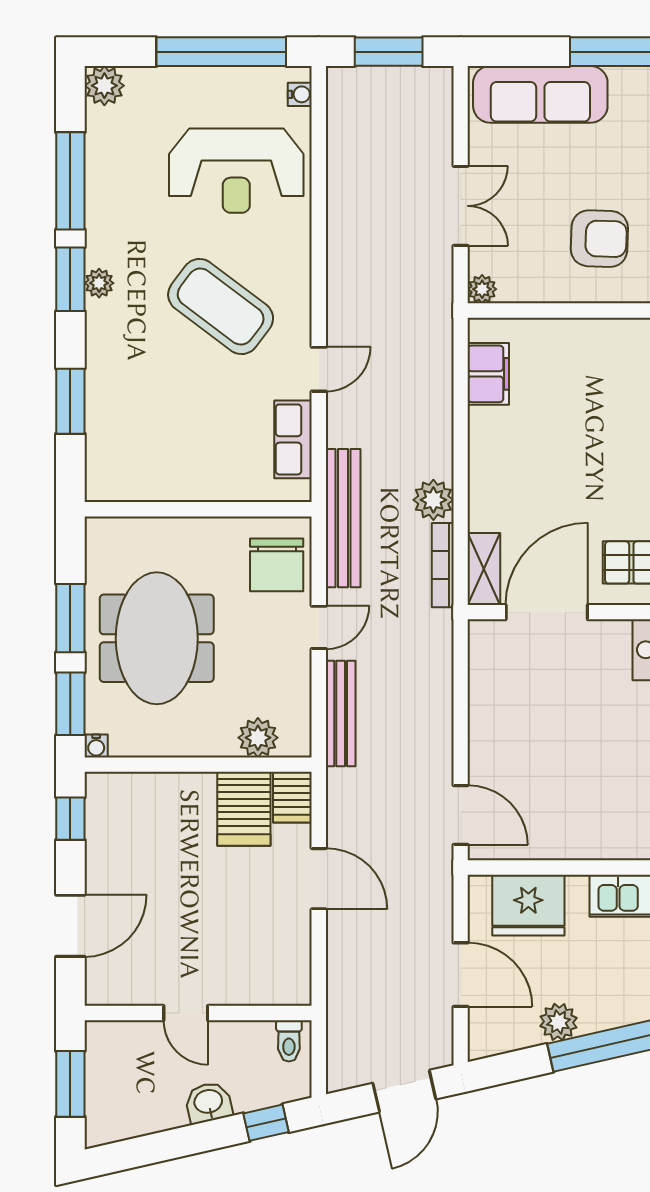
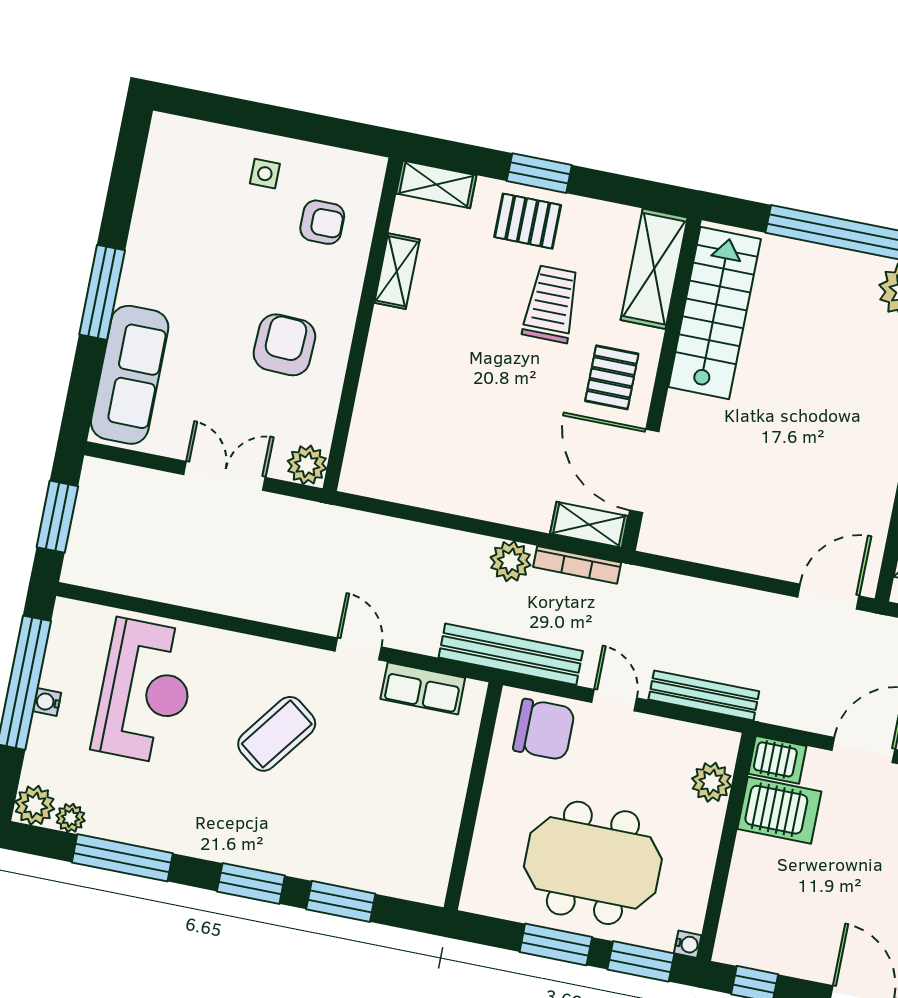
water cooler: (300, 94) -> (47, 702), moved, turned -90
window: (70, 279) -> (251, 884), moved
plant: (99, 283) -> (70, 818), moved
plant: (482, 289) -> (307, 465), width x1.38, depth x1.38
coffee table: (221, 307) -> (277, 734), width x0.73, depth x0.76
filing cabinet: (488, 374) -> (396, 482), removed

